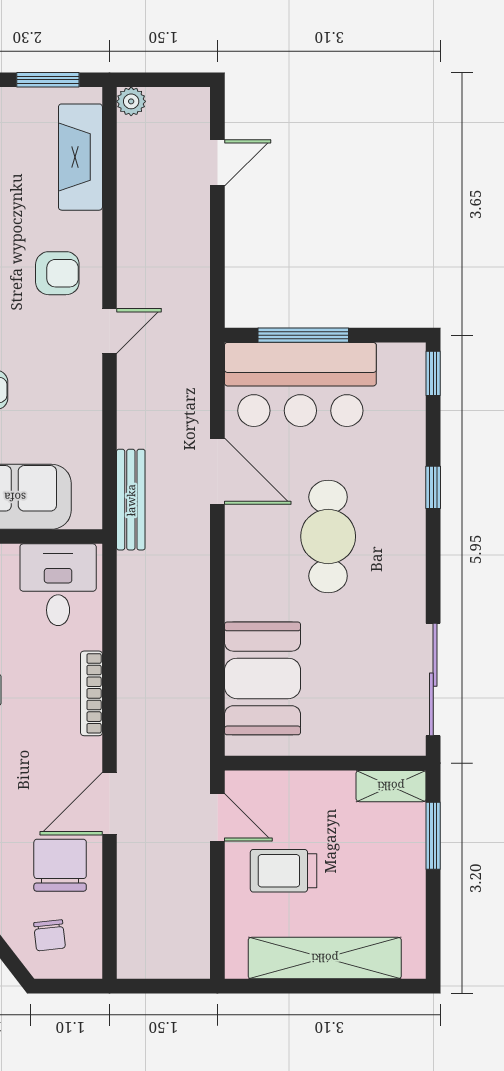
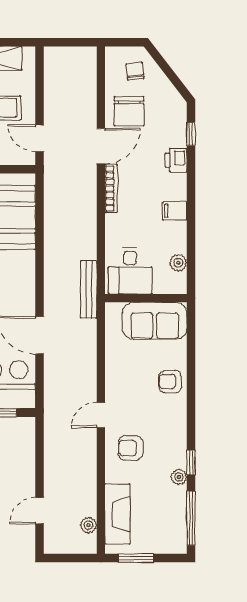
plant: (131, 101) -> (89, 525), moved
bench: (131, 500) -> (89, 290), moved
bookcase: (91, 693) -> (111, 188), moved

